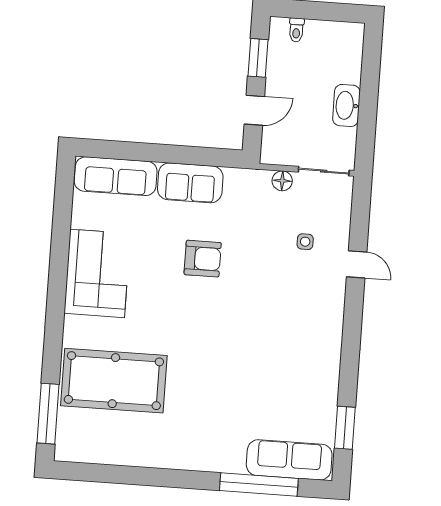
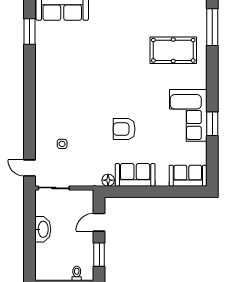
sofa: (116, 176) -> (188, 176), width x0.73
floor lamp: (282, 181) -> (108, 180), moved
window: (59, 257) -> (212, 124), added
door: (357, 264) -> (30, 168), moved
pool table: (114, 381) -> (173, 50), width x0.73, depth x0.76

